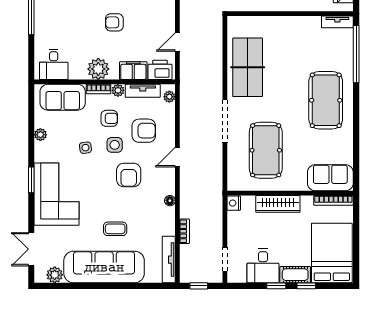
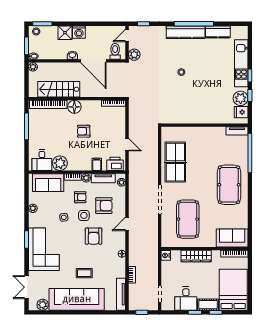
door: (177, 42) -> (127, 145), swing flipped
plant: (98, 69) -> (60, 163), moved
filing cabinet: (133, 71) -> (97, 164), width x0.50

